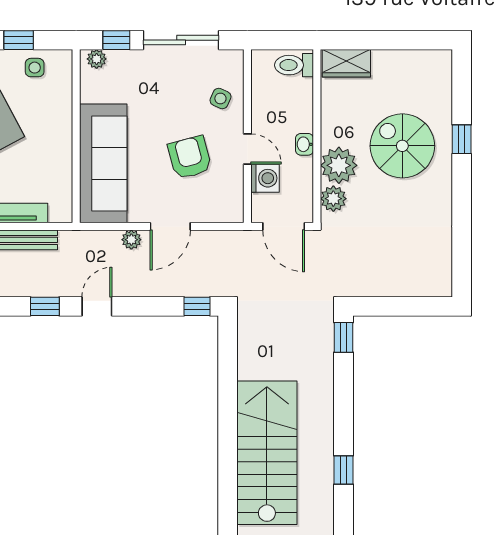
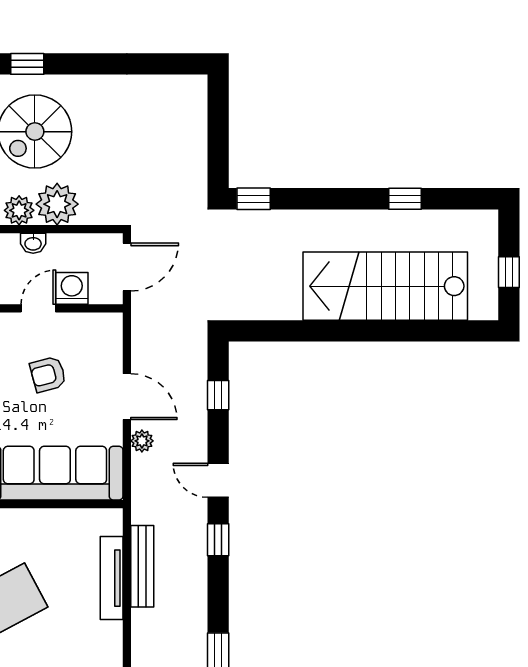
armchair: (190, 157) -> (48, 374), width x0.72, depth x0.72
plant: (333, 199) -> (19, 210), moved
window: (197, 306) -> (218, 395), moved

